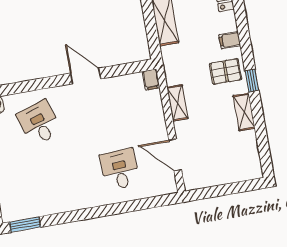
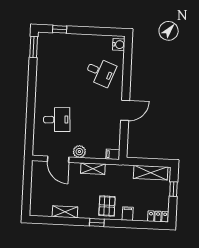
shelving: (244, 112) -> (65, 212), moved
desk: (39, 123) -> (100, 72), turned 39
plant: (158, 127) -> (79, 152), added
door: (175, 155) -> (58, 159), swing flipped

